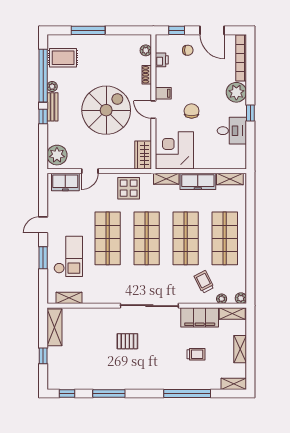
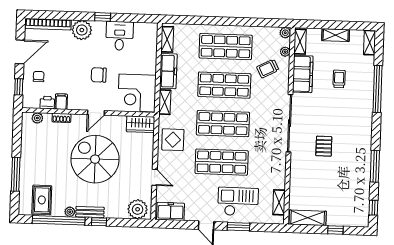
filing cabinet: (163, 93) -> (61, 102), moved
freezer: (65, 182) -> (170, 211), moved, turned -90

